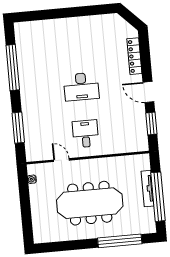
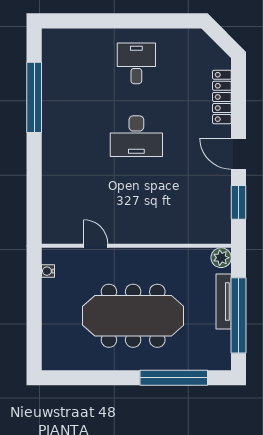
window: (18, 128) -> (34, 190), removed
desk: (86, 134) -> (136, 63), moved
plant: (143, 160) -> (221, 258), added

